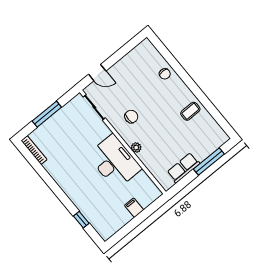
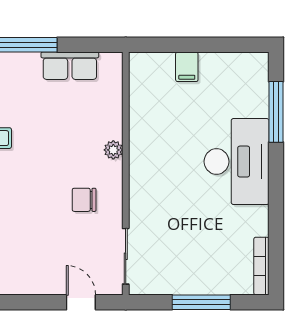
desk: (114, 162) -> (237, 162), moved, turned 180
window: (81, 220) -> (276, 112), width x2.17

